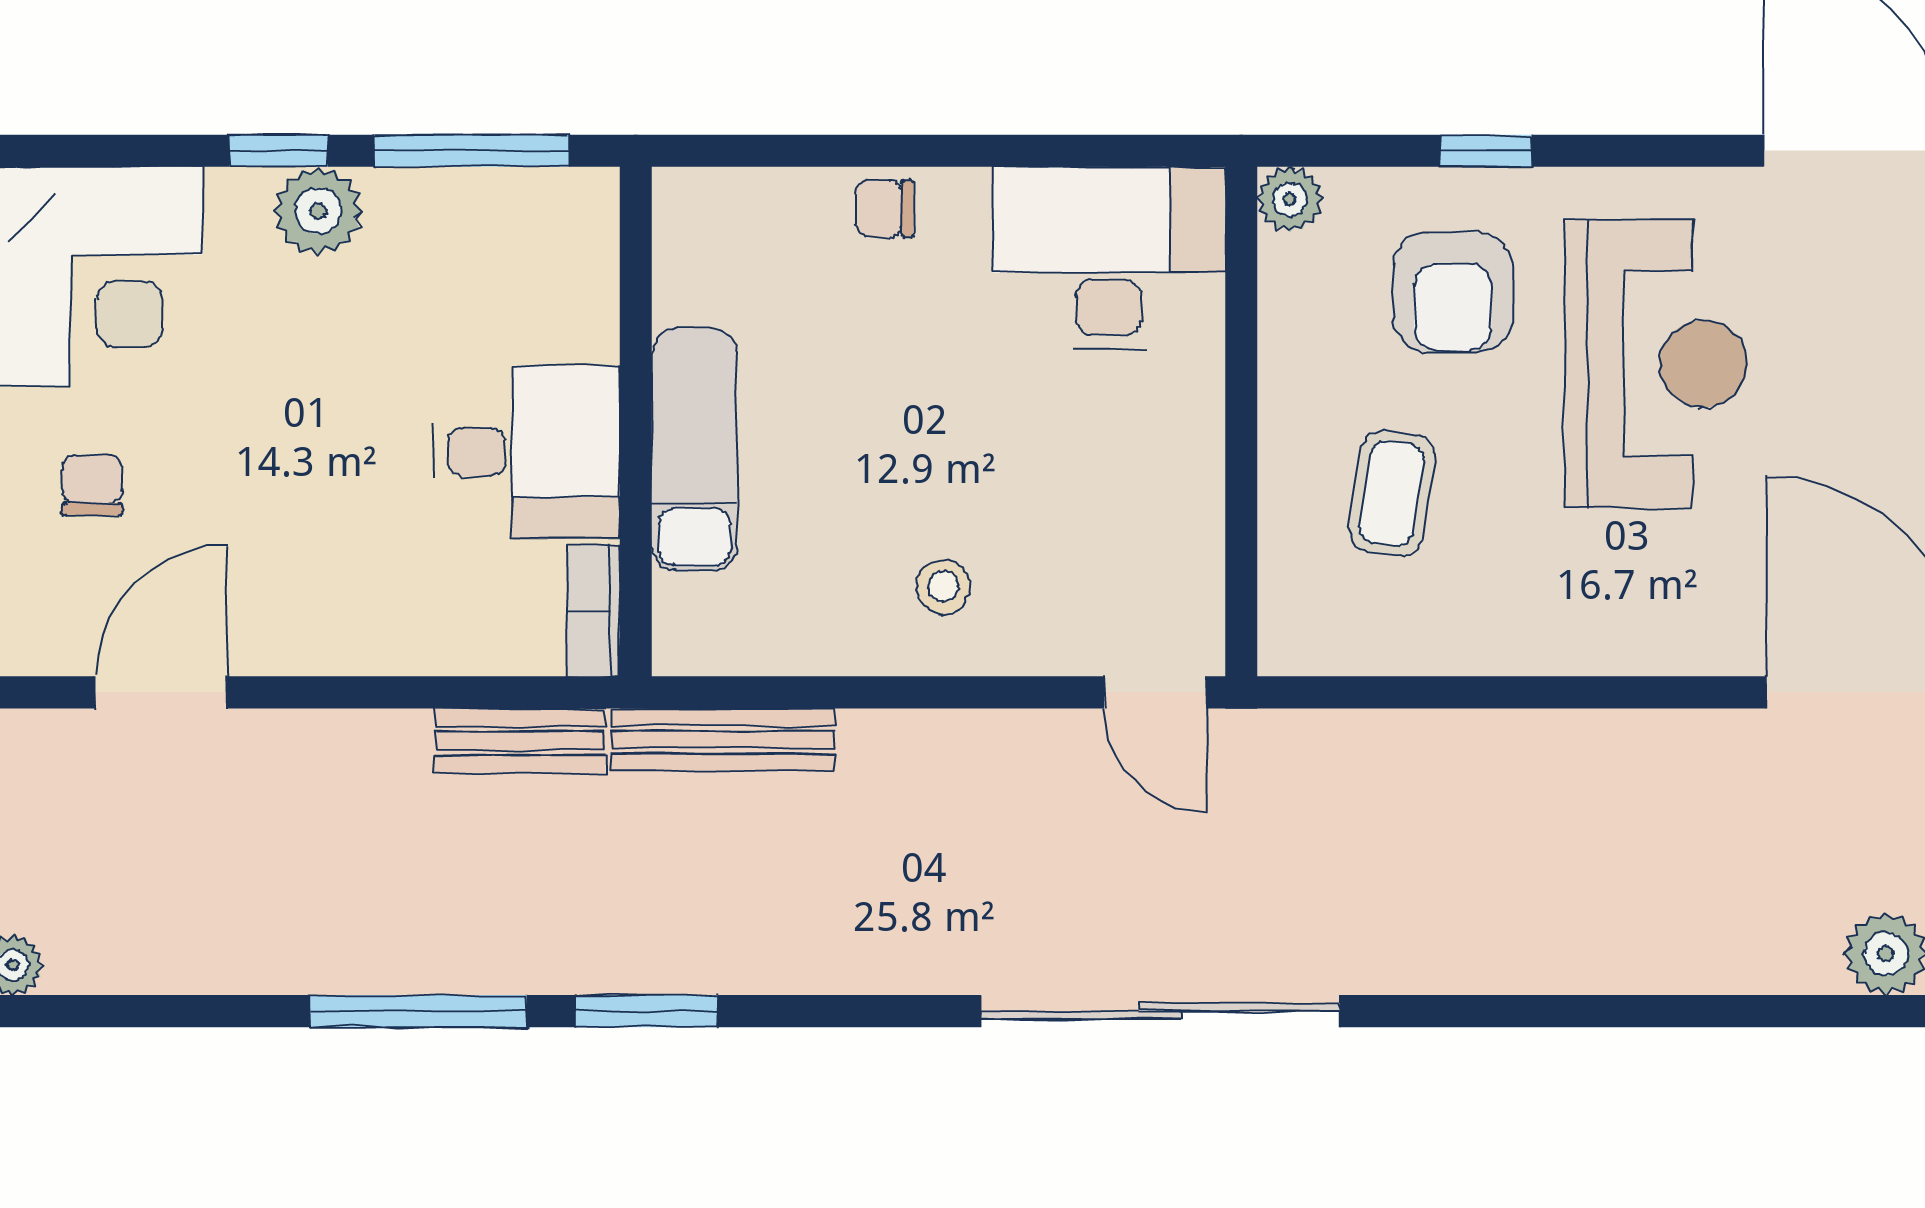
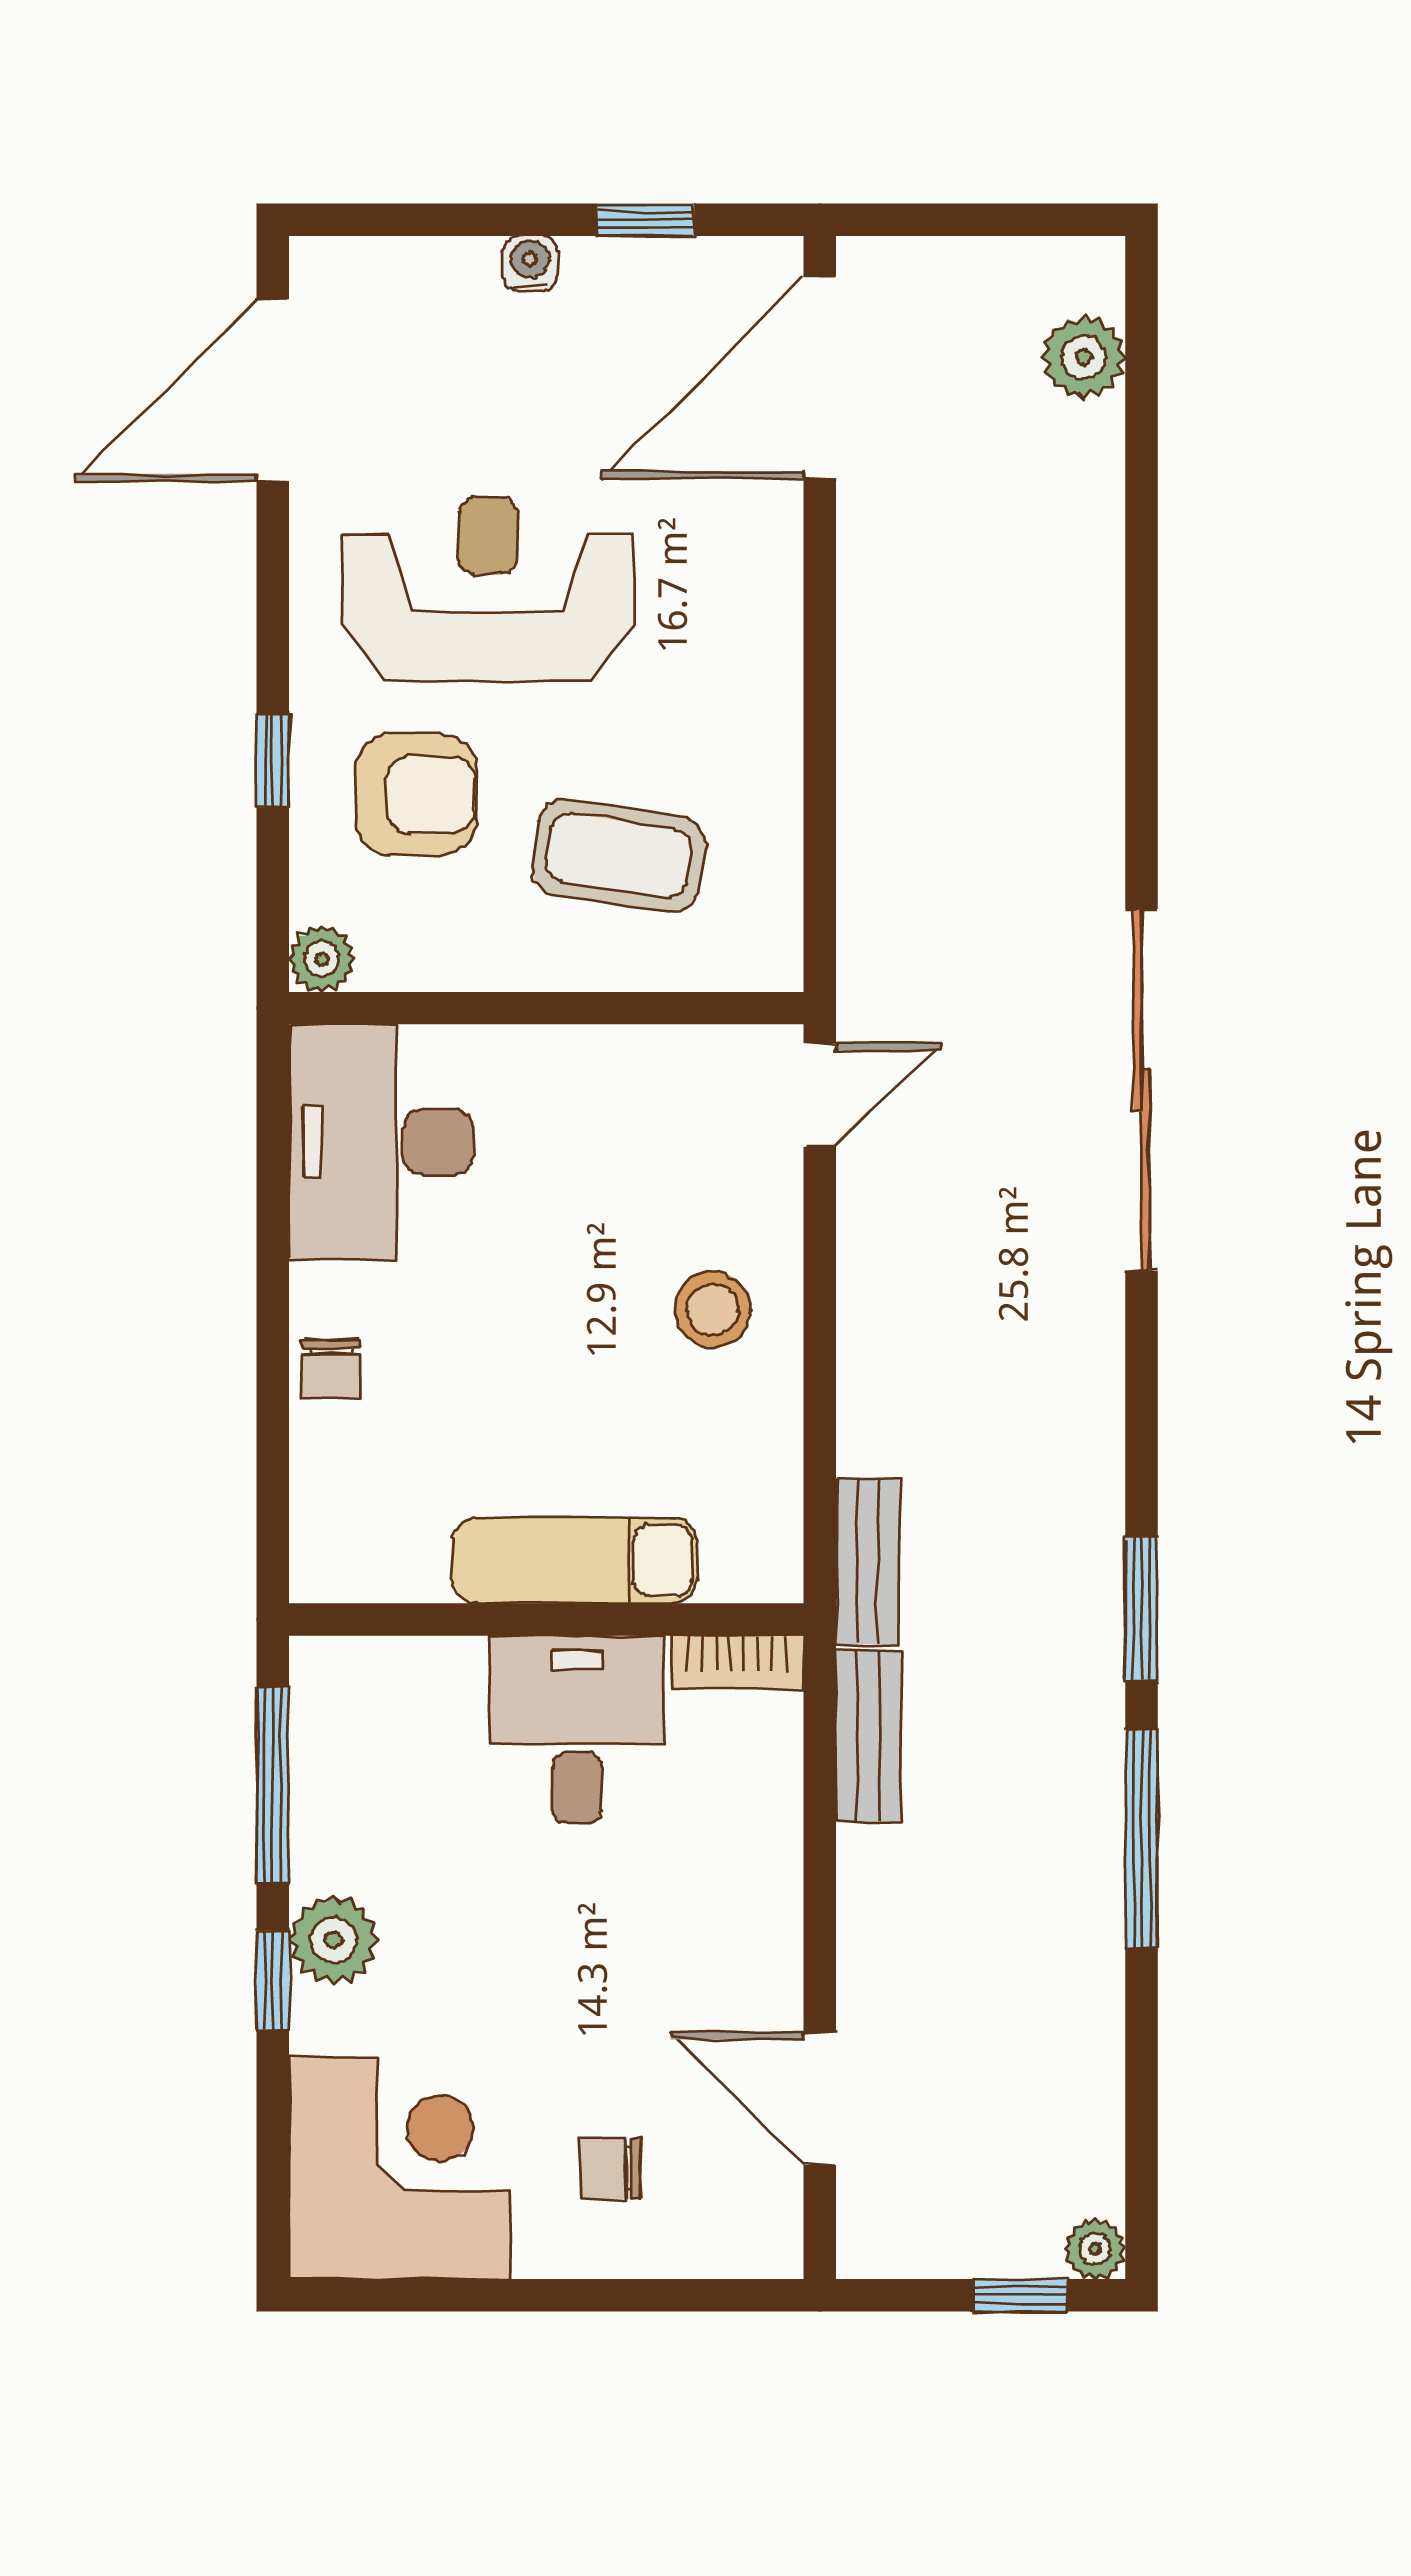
coffee table: (1392, 493) -> (619, 856), width x1.36, depth x1.30
stool: (943, 587) -> (713, 1309), width x1.37, depth x1.37
bench: (723, 740) -> (867, 1562), width x0.73

